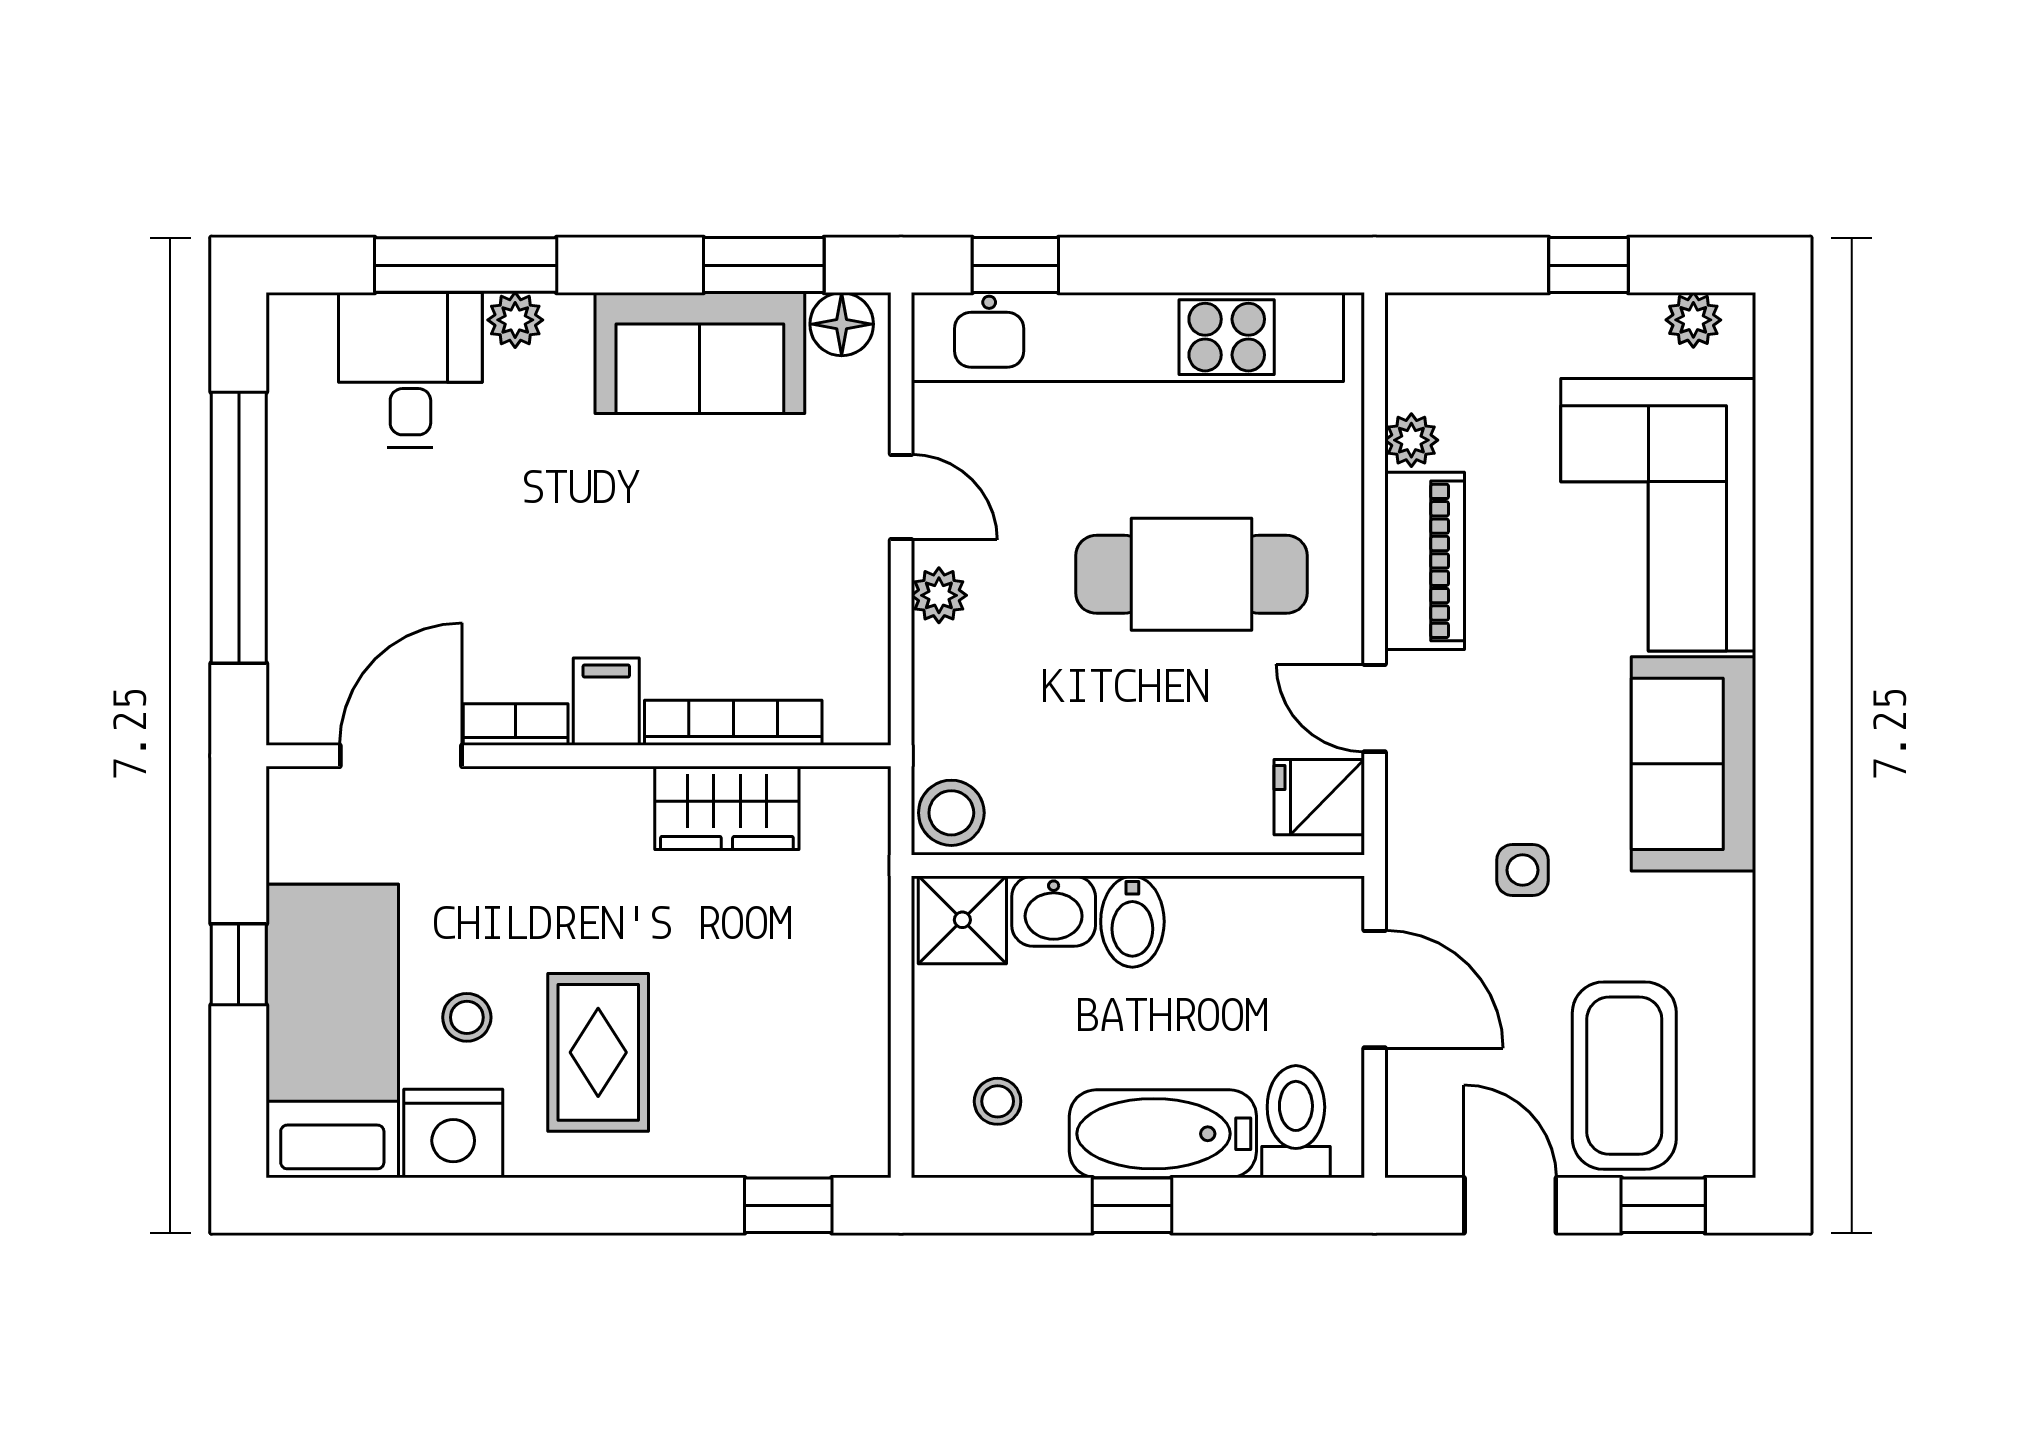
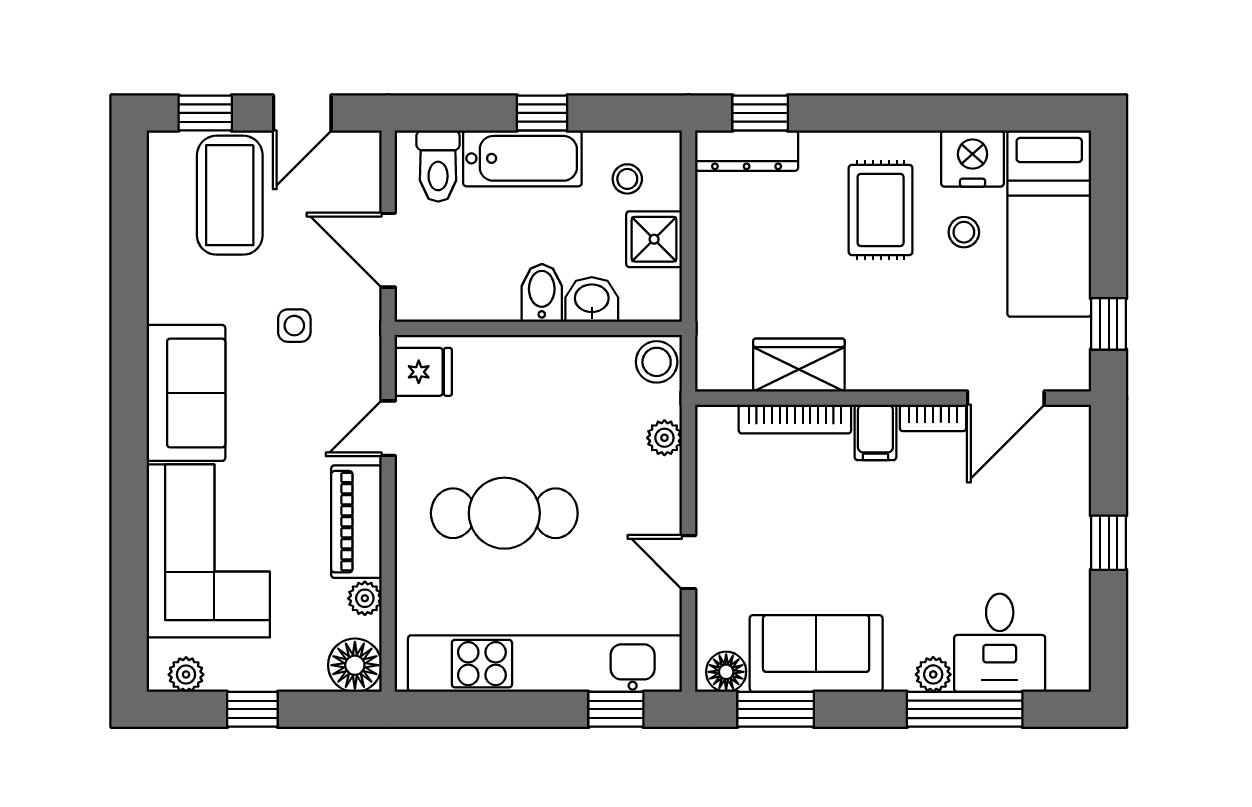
floor lamp: (1427, 335) -> (355, 665), added
window: (239, 528) -> (1109, 543), width x0.32
plant: (939, 595) -> (664, 438), moved
door: (1375, 708) -> (388, 428), swing flipped
shower: (962, 920) -> (654, 239), moved
window: (239, 964) -> (1109, 324), moved
dresser: (809, 1146) -> (747, 151), added
door: (1510, 1205) -> (302, 113), hinge flipped

